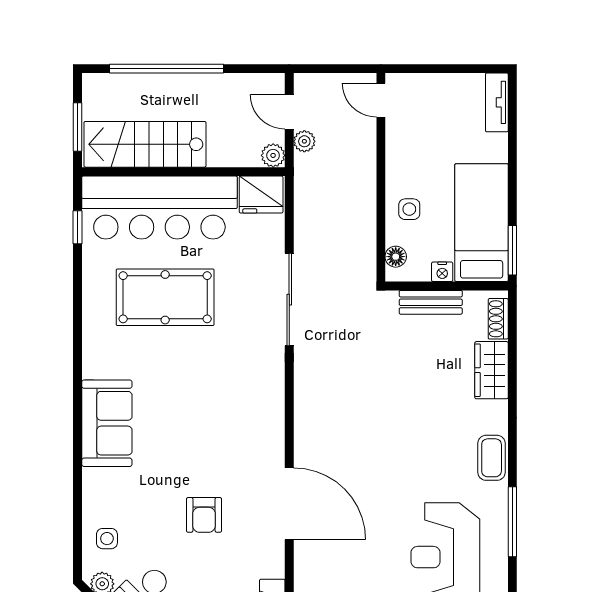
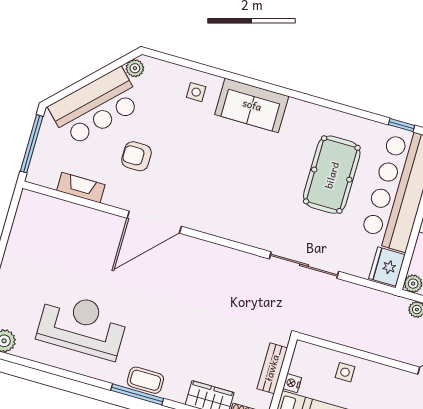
floor lamp: (396, 257) -> (313, 352), removed
armchair: (204, 515) -> (137, 156), moved
window: (512, 522) -> (137, 394), moved
side table: (107, 539) -> (196, 92), moved

